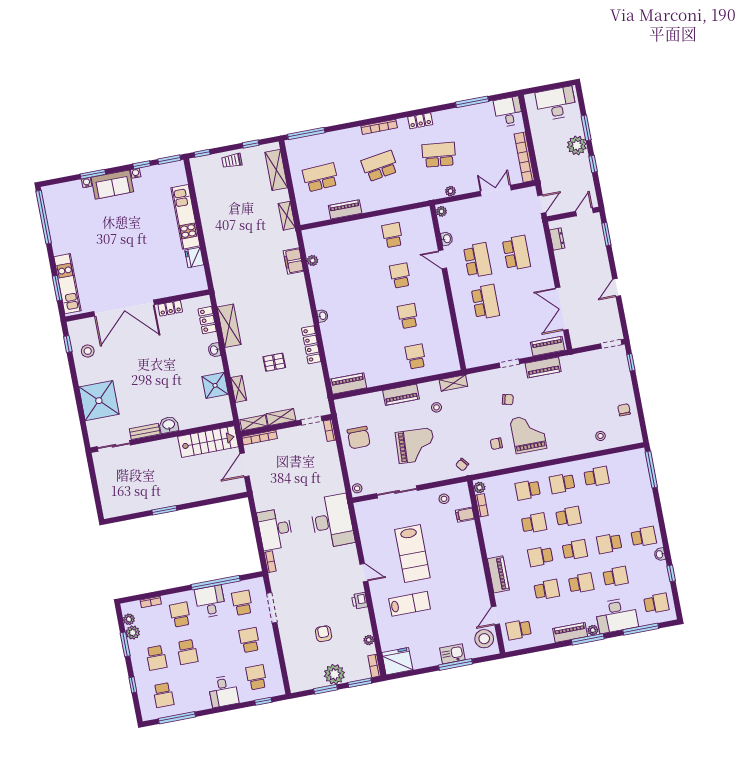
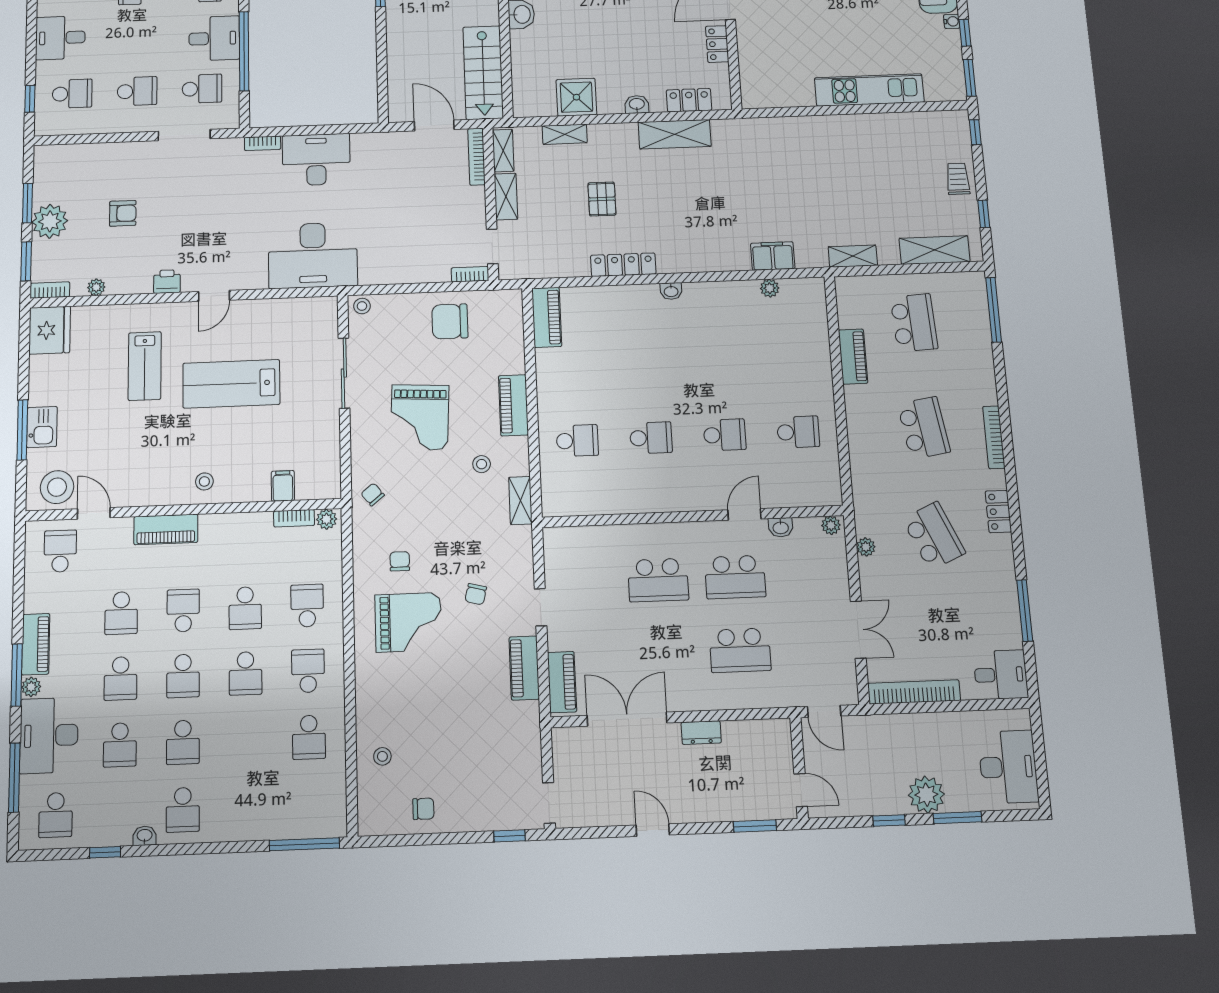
school desk: (439, 155) -> (934, 536), turned -30
dresser: (557, 239) -> (701, 733), moved
fridge: (194, 257) -> (798, 94), removed
stool: (444, 499) -> (204, 481), moved
school desk: (609, 543) -> (183, 742), turned 180

